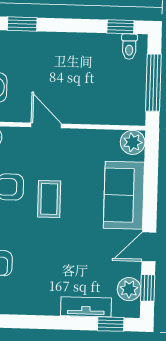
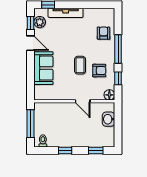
window: (120, 27) -> (65, 151), moved
plant: (133, 142) -> (40, 94), removed
door: (149, 247) -> (31, 43), hinge flipped
tv unit: (86, 307) -> (66, 13), width x1.41

